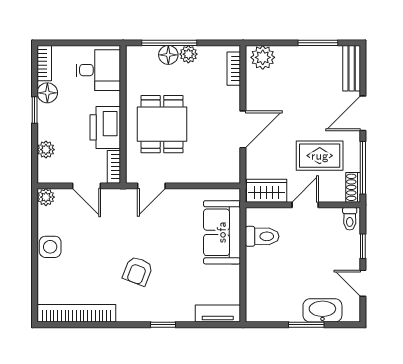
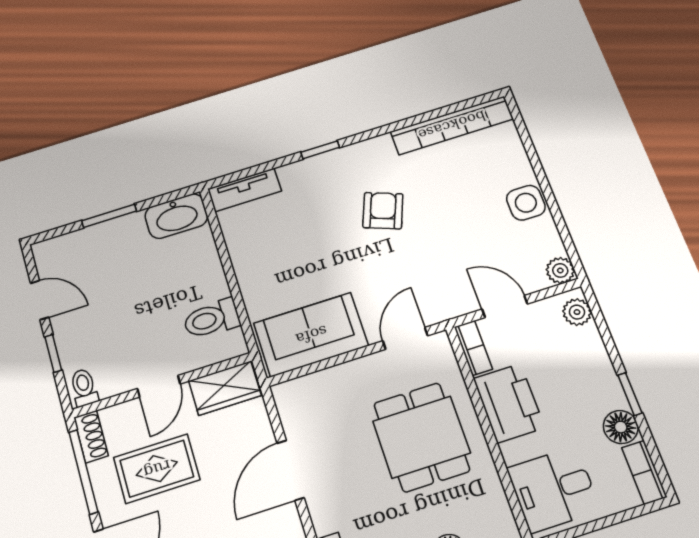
plant: (46, 150) -> (577, 312), moved
sofa: (222, 232) -> (311, 335), moved, turned -90
washbasin: (322, 310) -> (176, 216), moved

